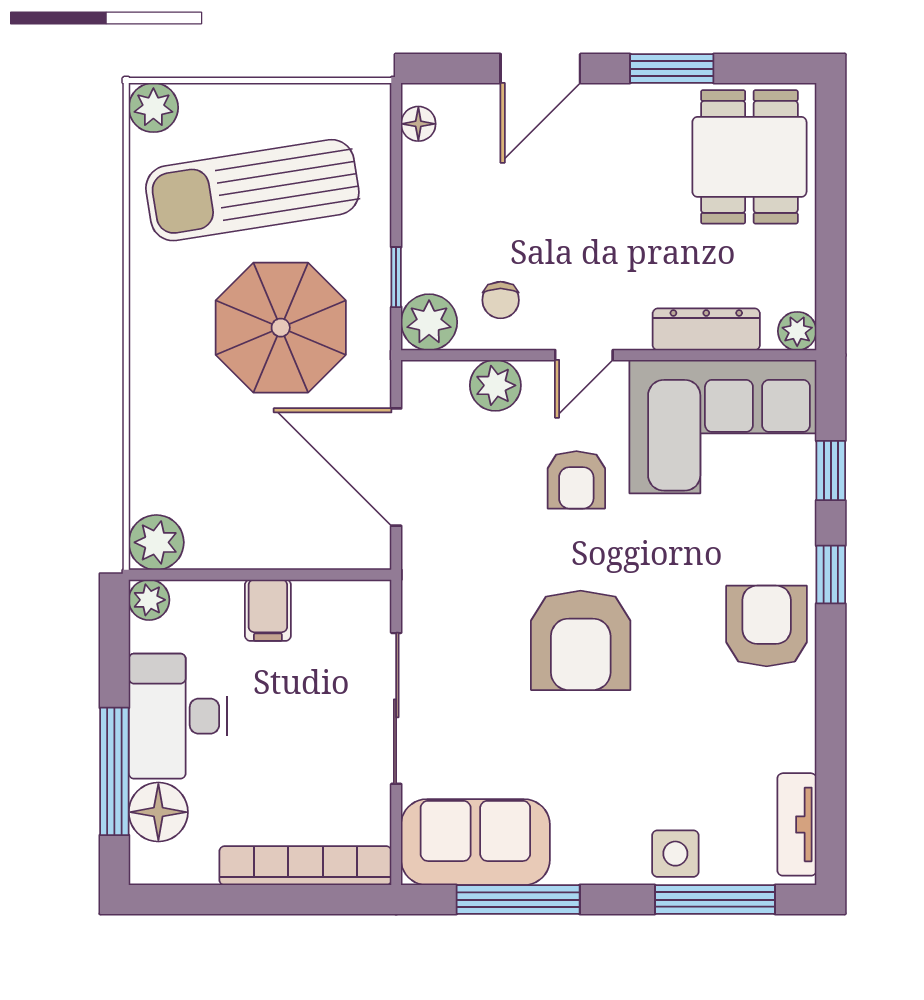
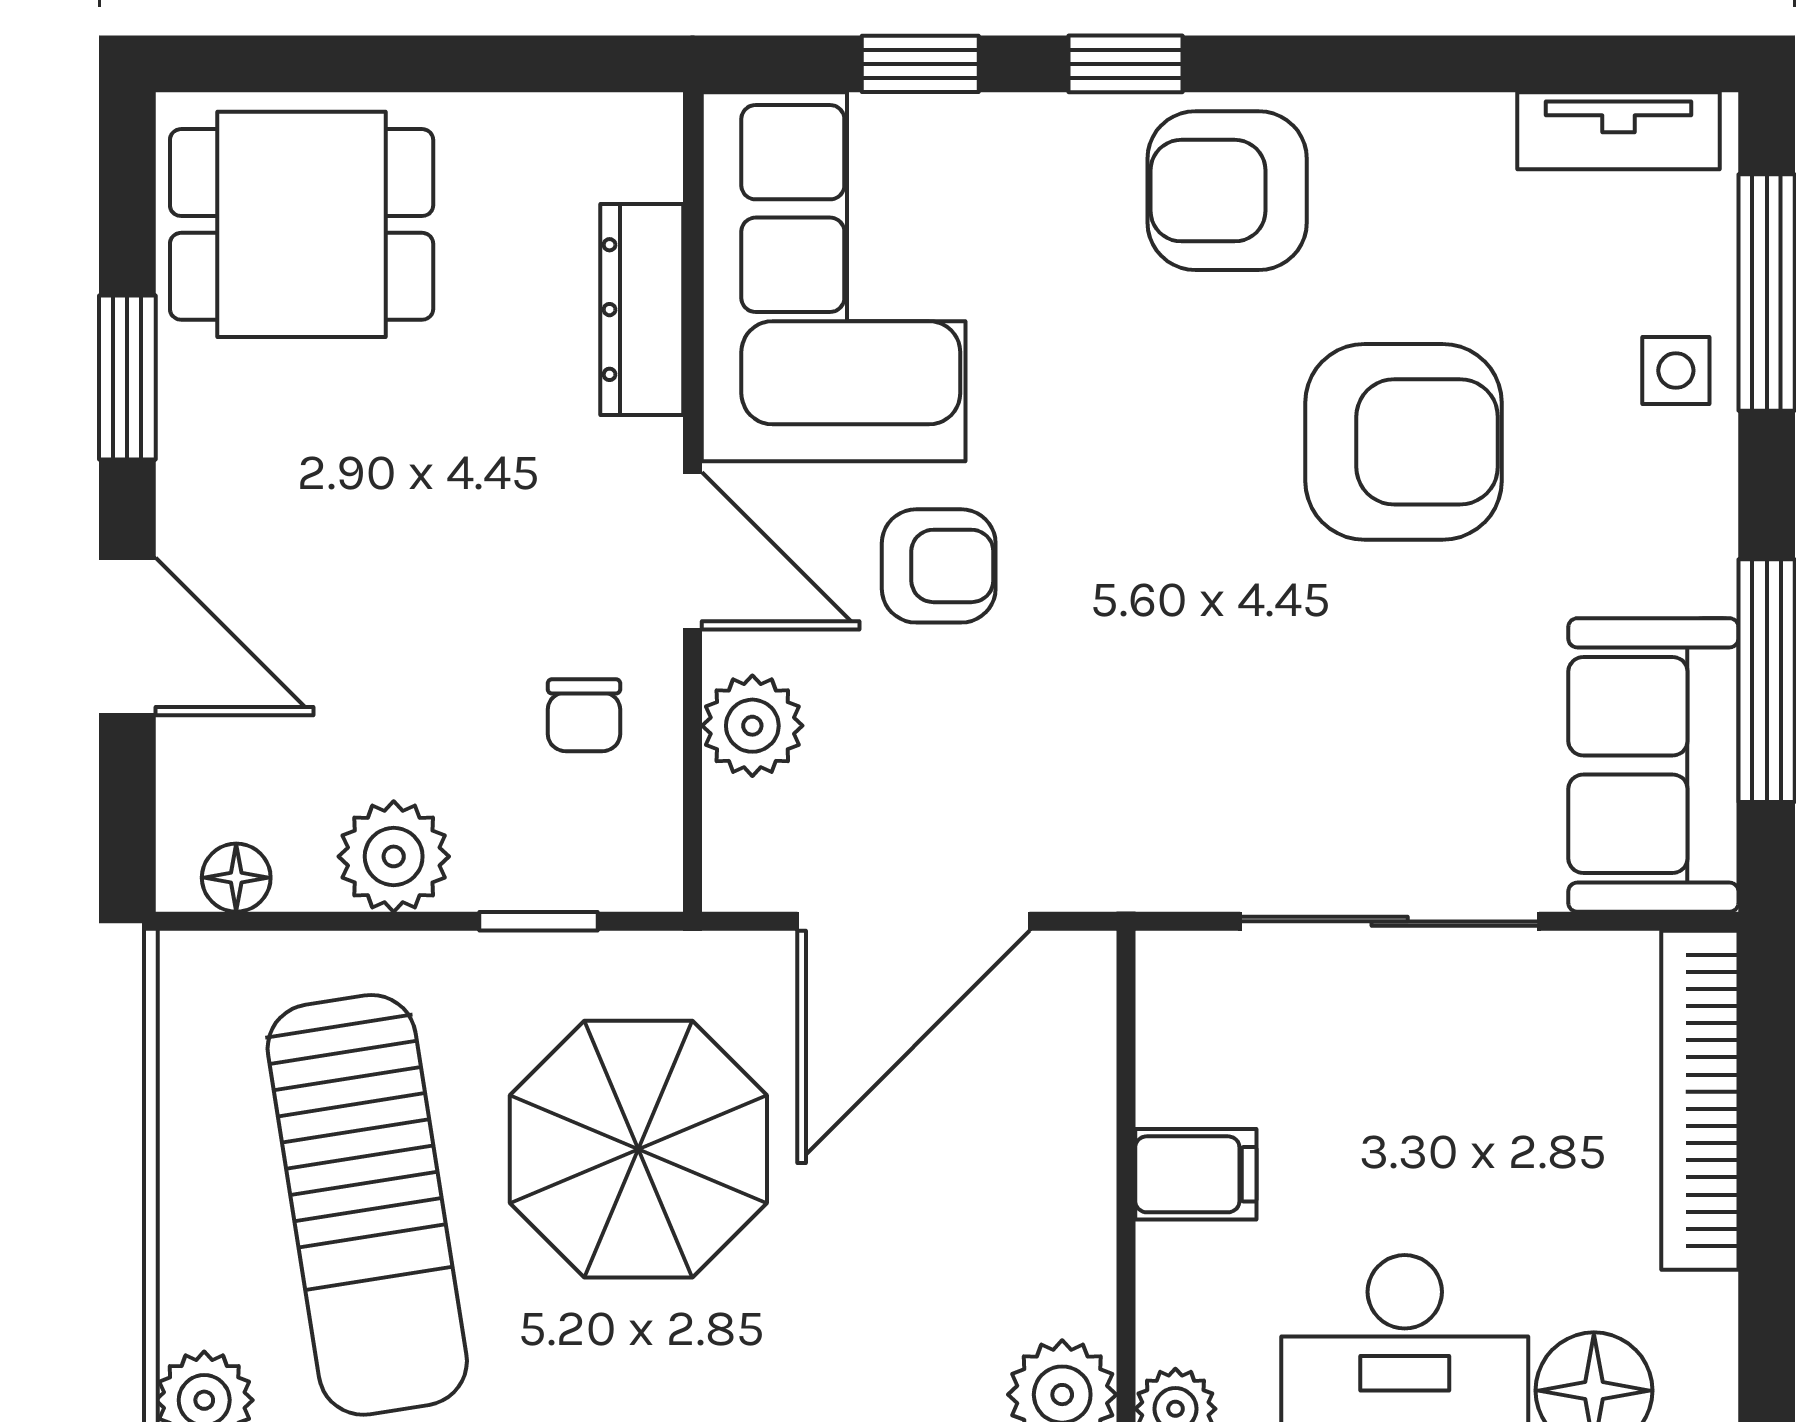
chair: (501, 300) -> (584, 715), turned 90
plant: (429, 322) -> (394, 856), moved
plant: (797, 331) -> (645, 130), removed
door: (584, 355) -> (693, 551), width x1.38
armchair: (581, 640) -> (1404, 442), moved
side table: (675, 854) -> (1676, 371), width x0.73, depth x0.73

